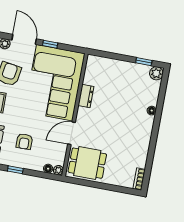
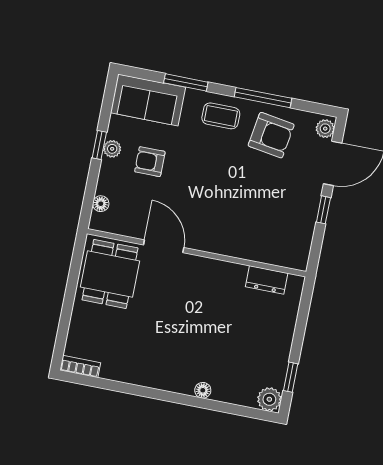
corner sofa: (55, 83) -> (254, 217), removed
dresser: (86, 96) -> (267, 280), moved
plant: (58, 170) -> (112, 149), moved

